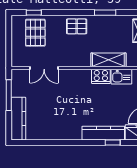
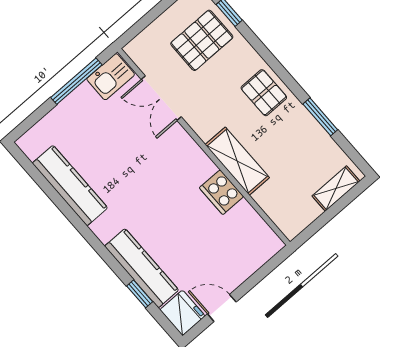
shelving: (108, 60) -> (237, 161), moved
kitchen sink: (121, 77) -> (111, 77), moved, turned -90
kitchen counter: (18, 119) -> (70, 186), moved, turned -90

